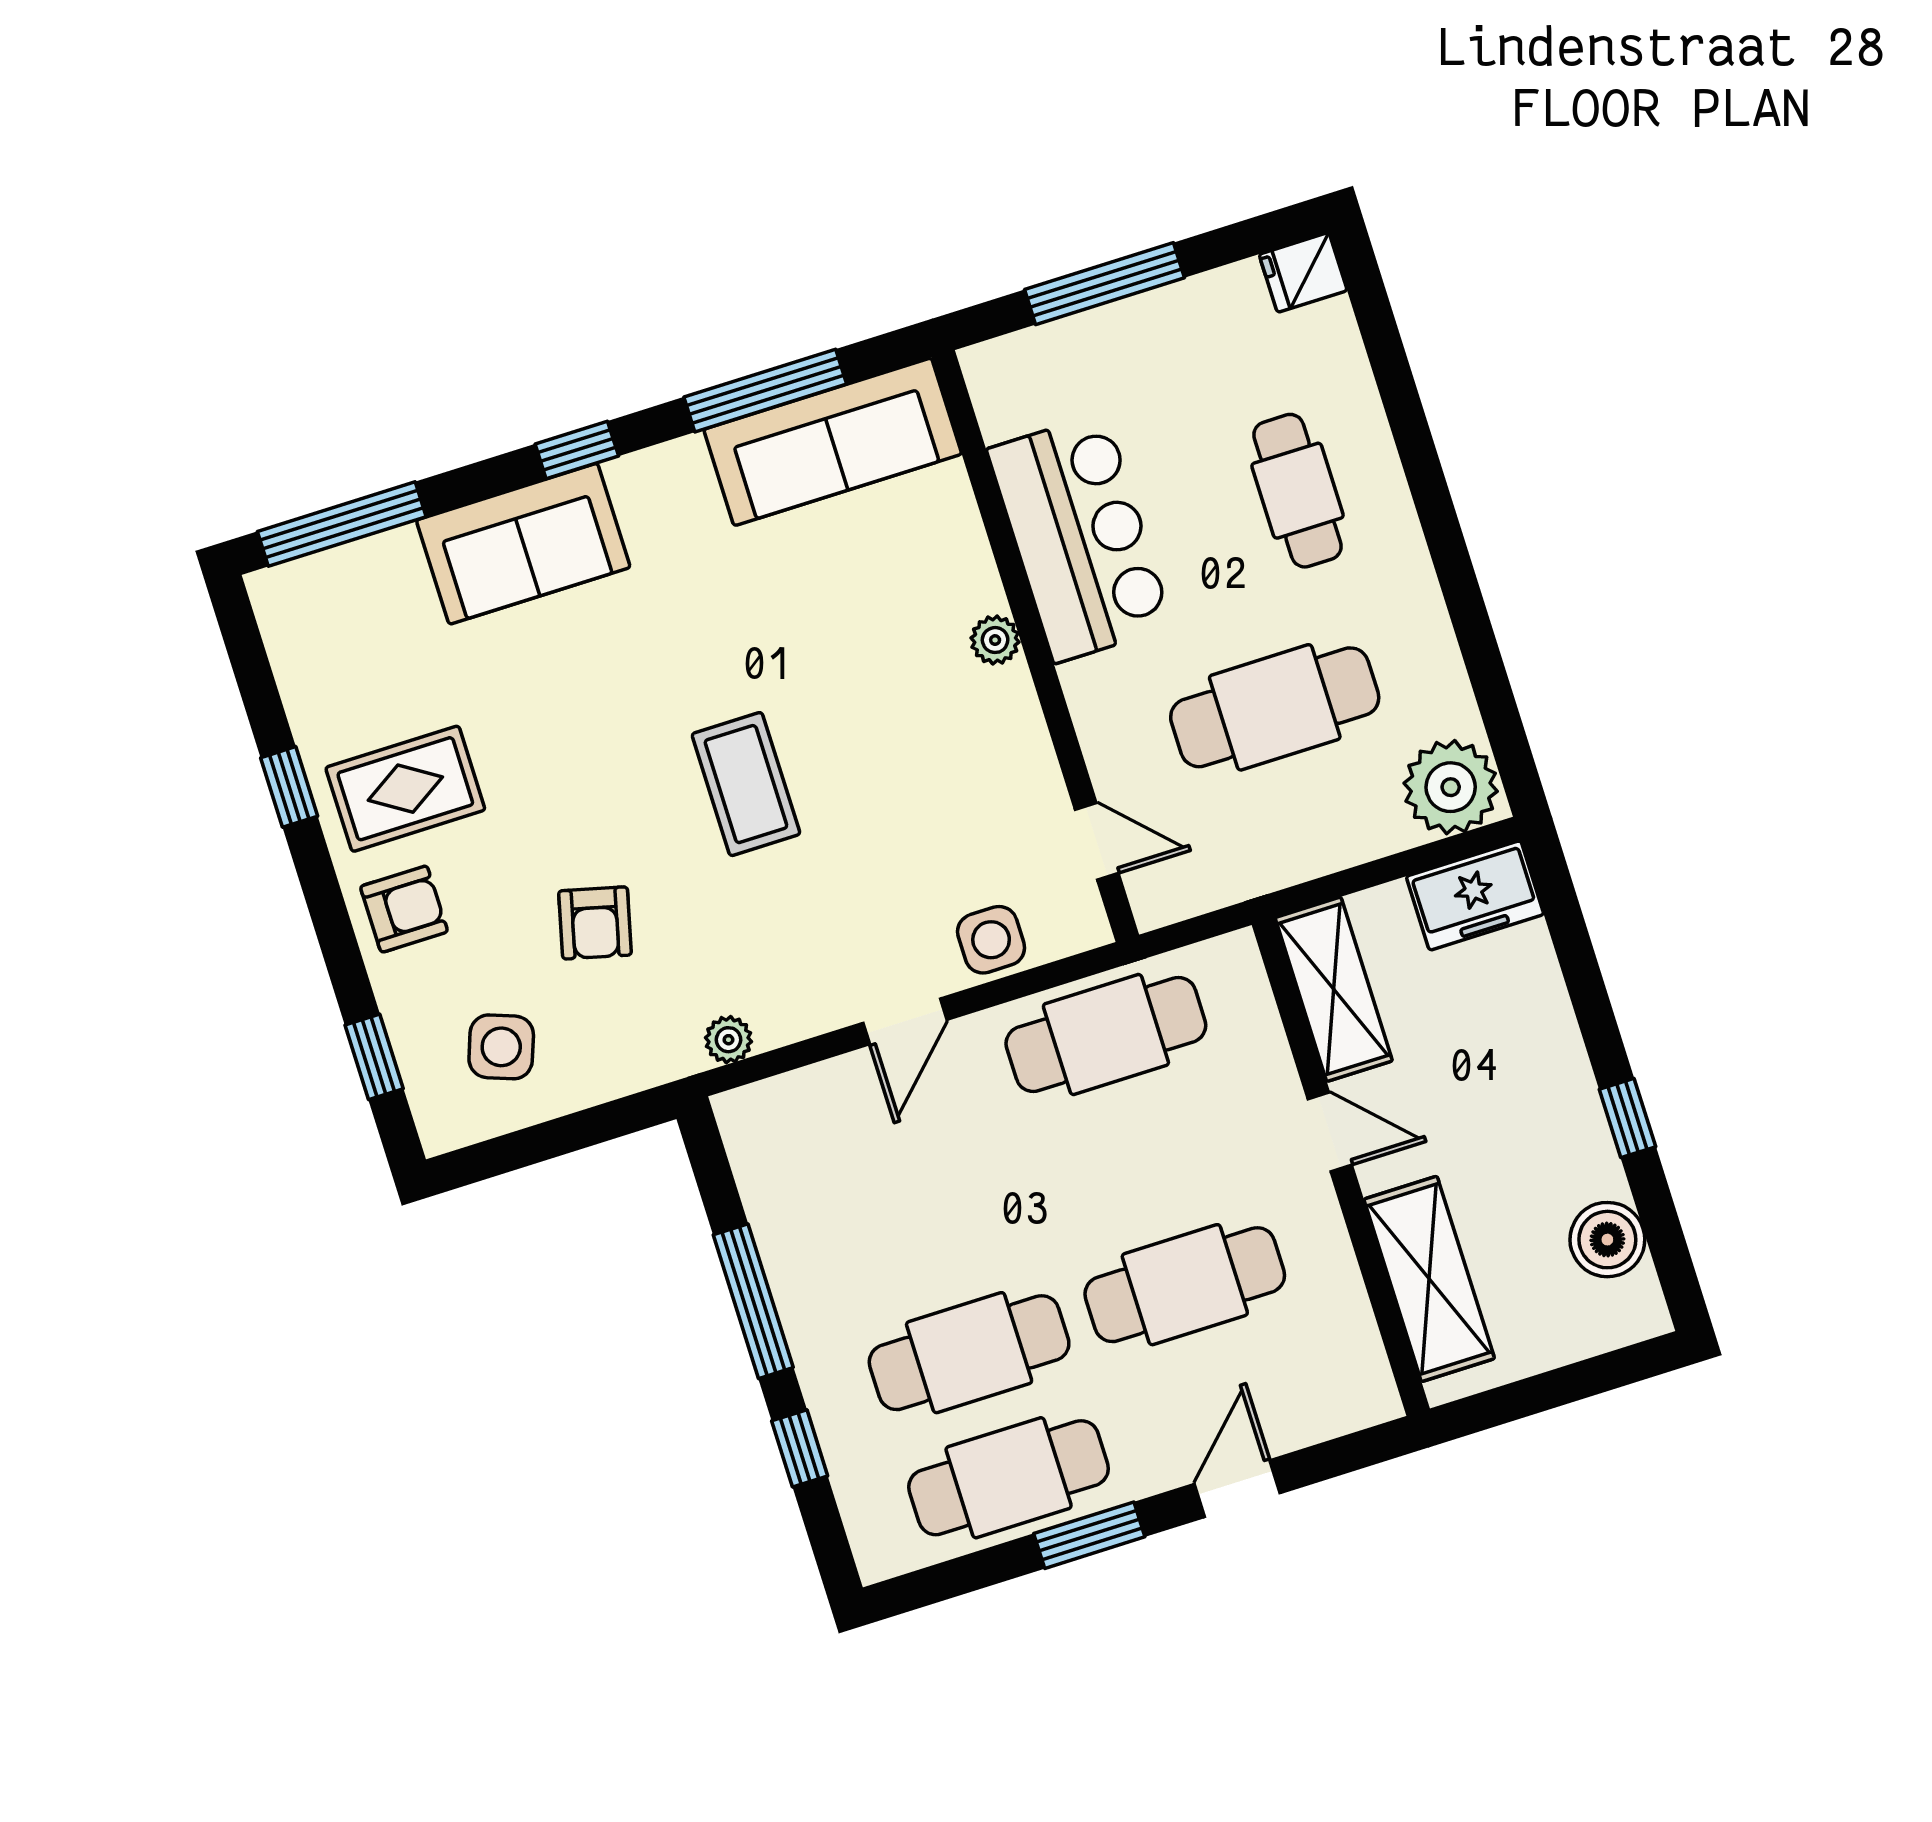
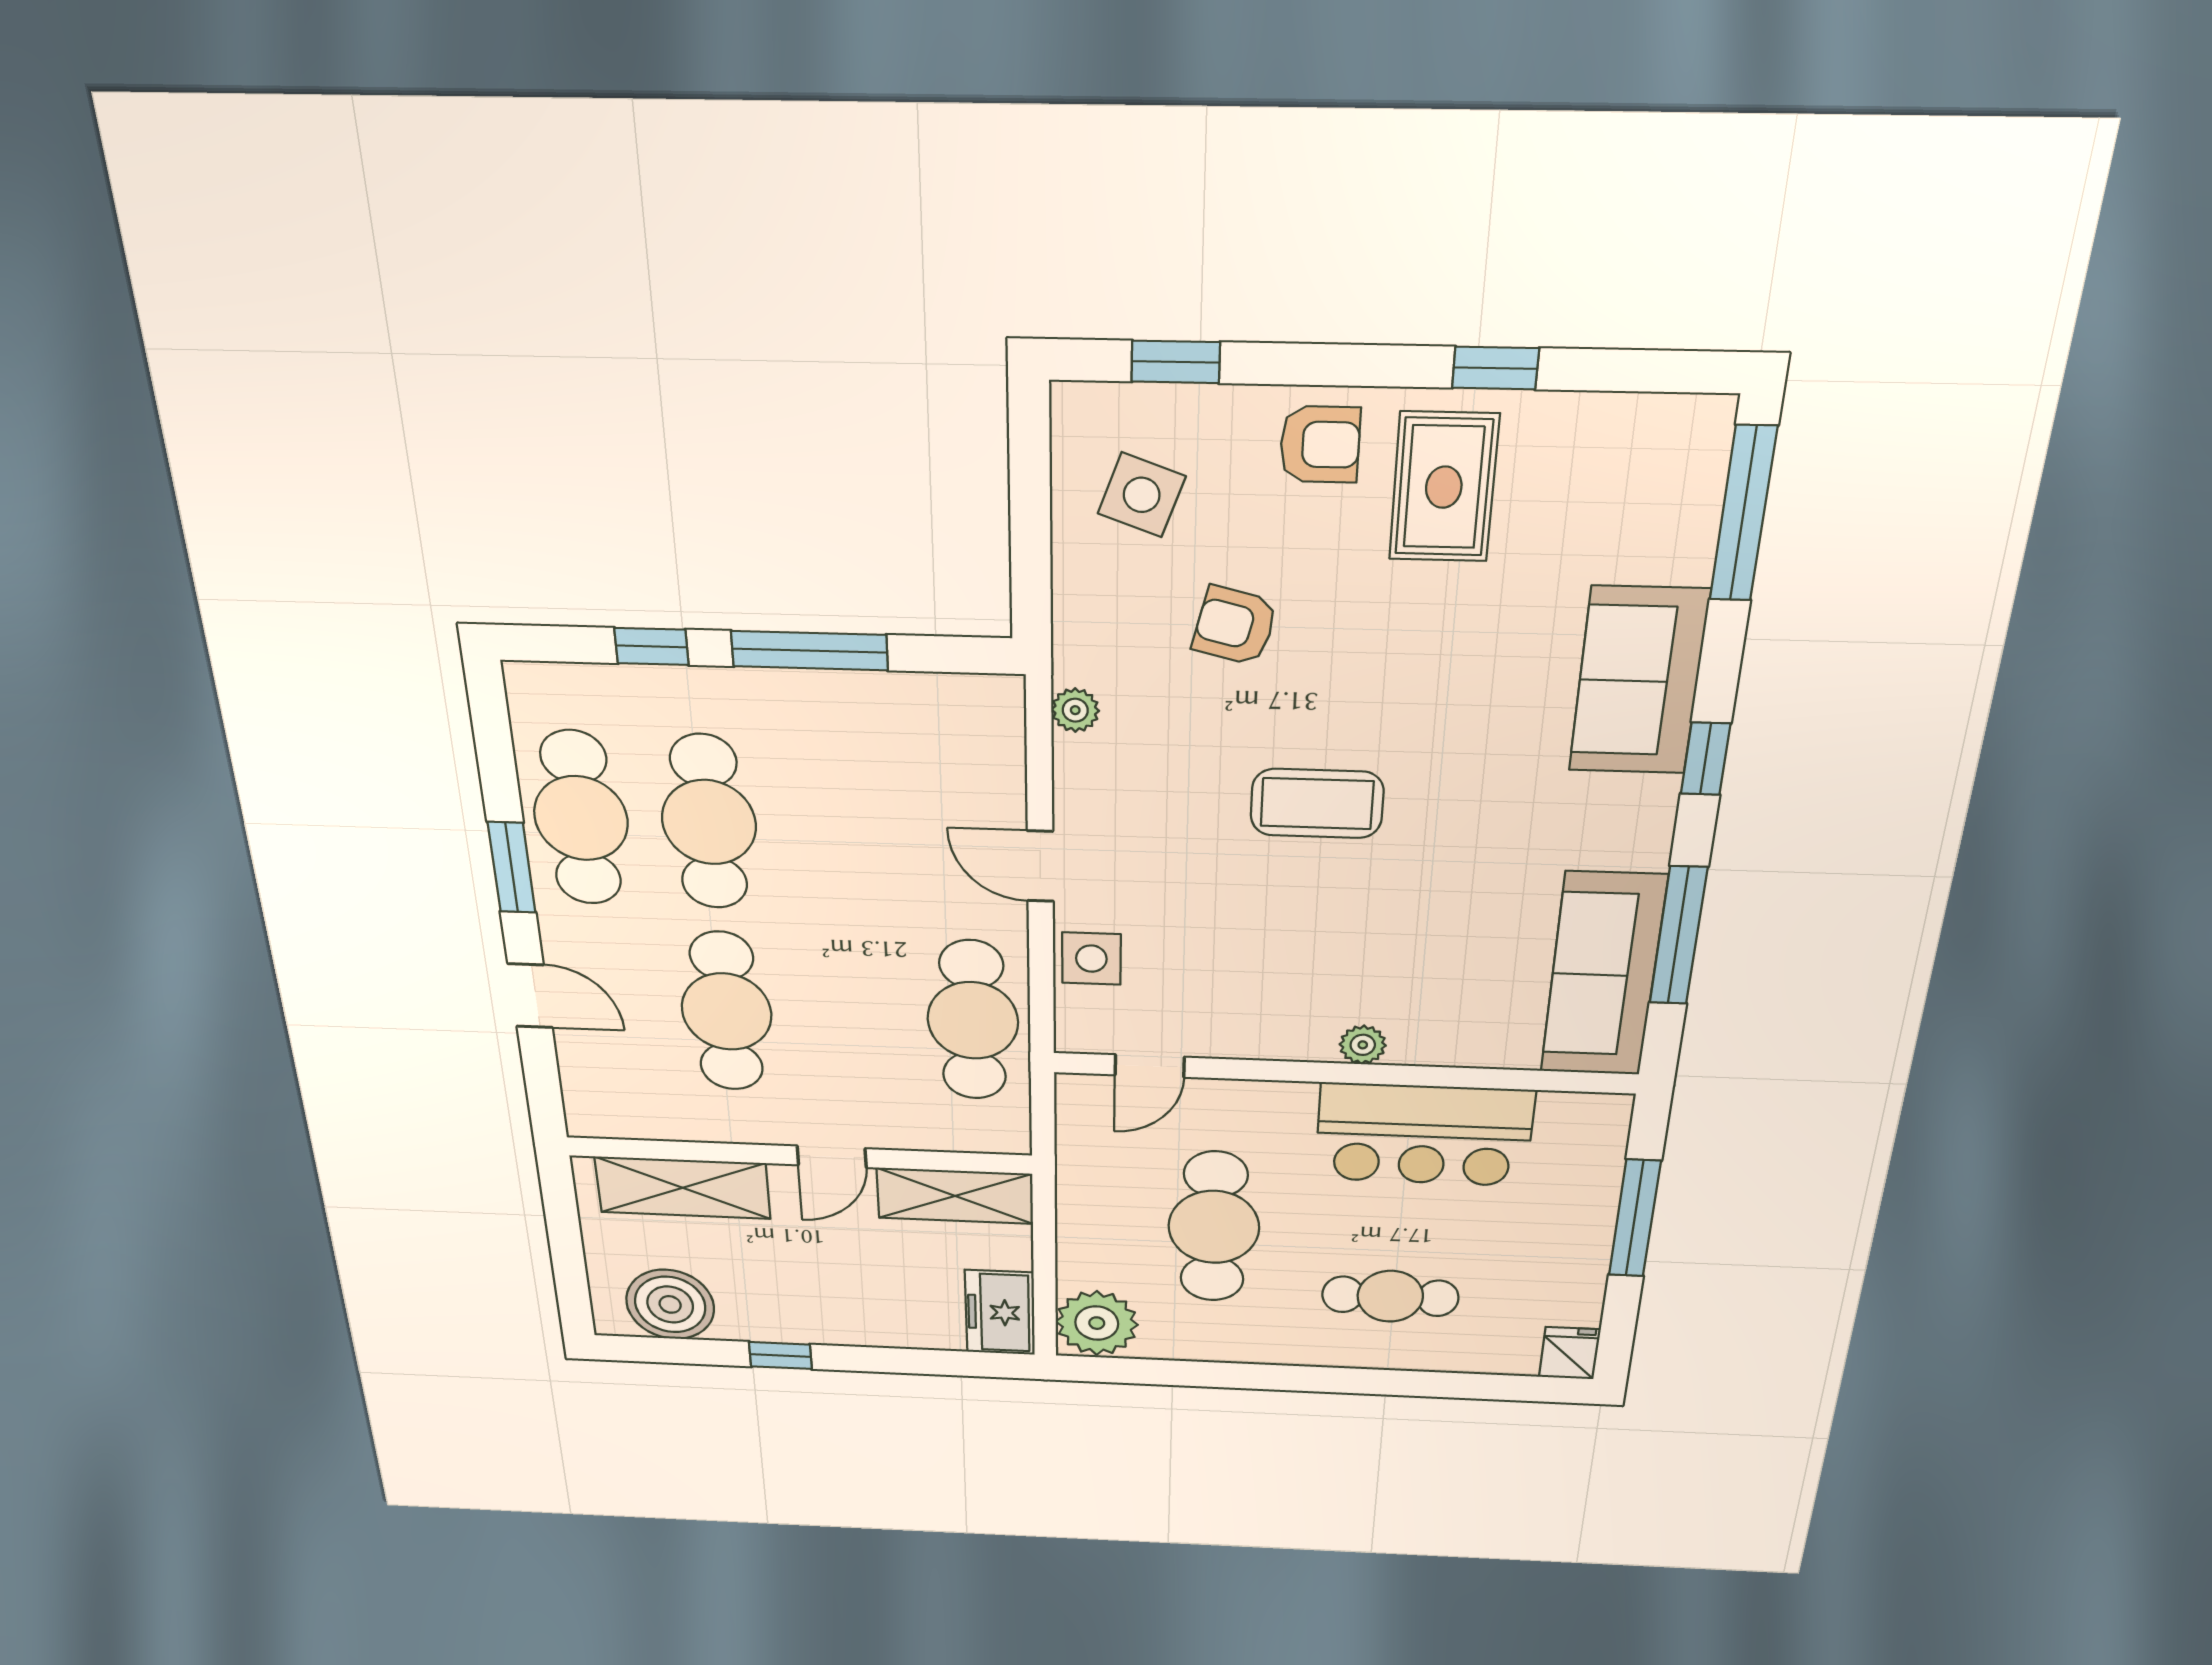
armchair: (404, 909) -> (1320, 444), turned -90
boiler: (1607, 1240) -> (670, 1304), width x1.37, depth x1.37

